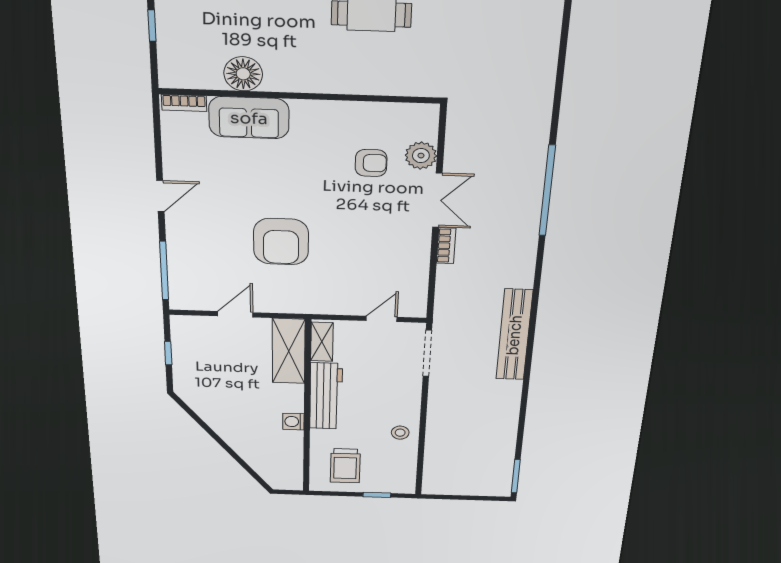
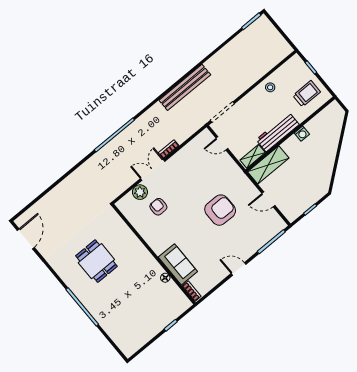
floor lamp: (243, 74) -> (165, 278), width x0.53, depth x0.53

